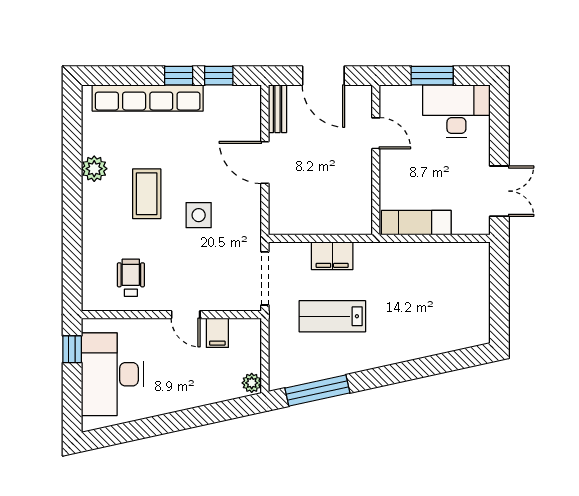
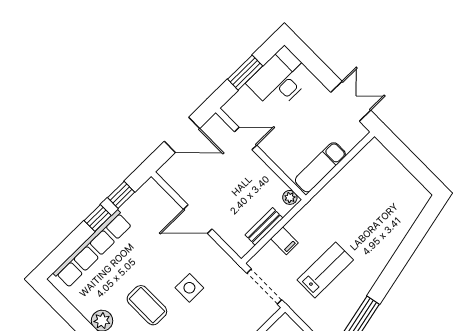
bench: (277, 109) -> (264, 227), moved, turned 90
plant: (364, 223) -> (290, 197), added
filing cabinet: (332, 256) -> (284, 241), width x0.50
lab bench: (332, 316) -> (325, 270), turned 180

